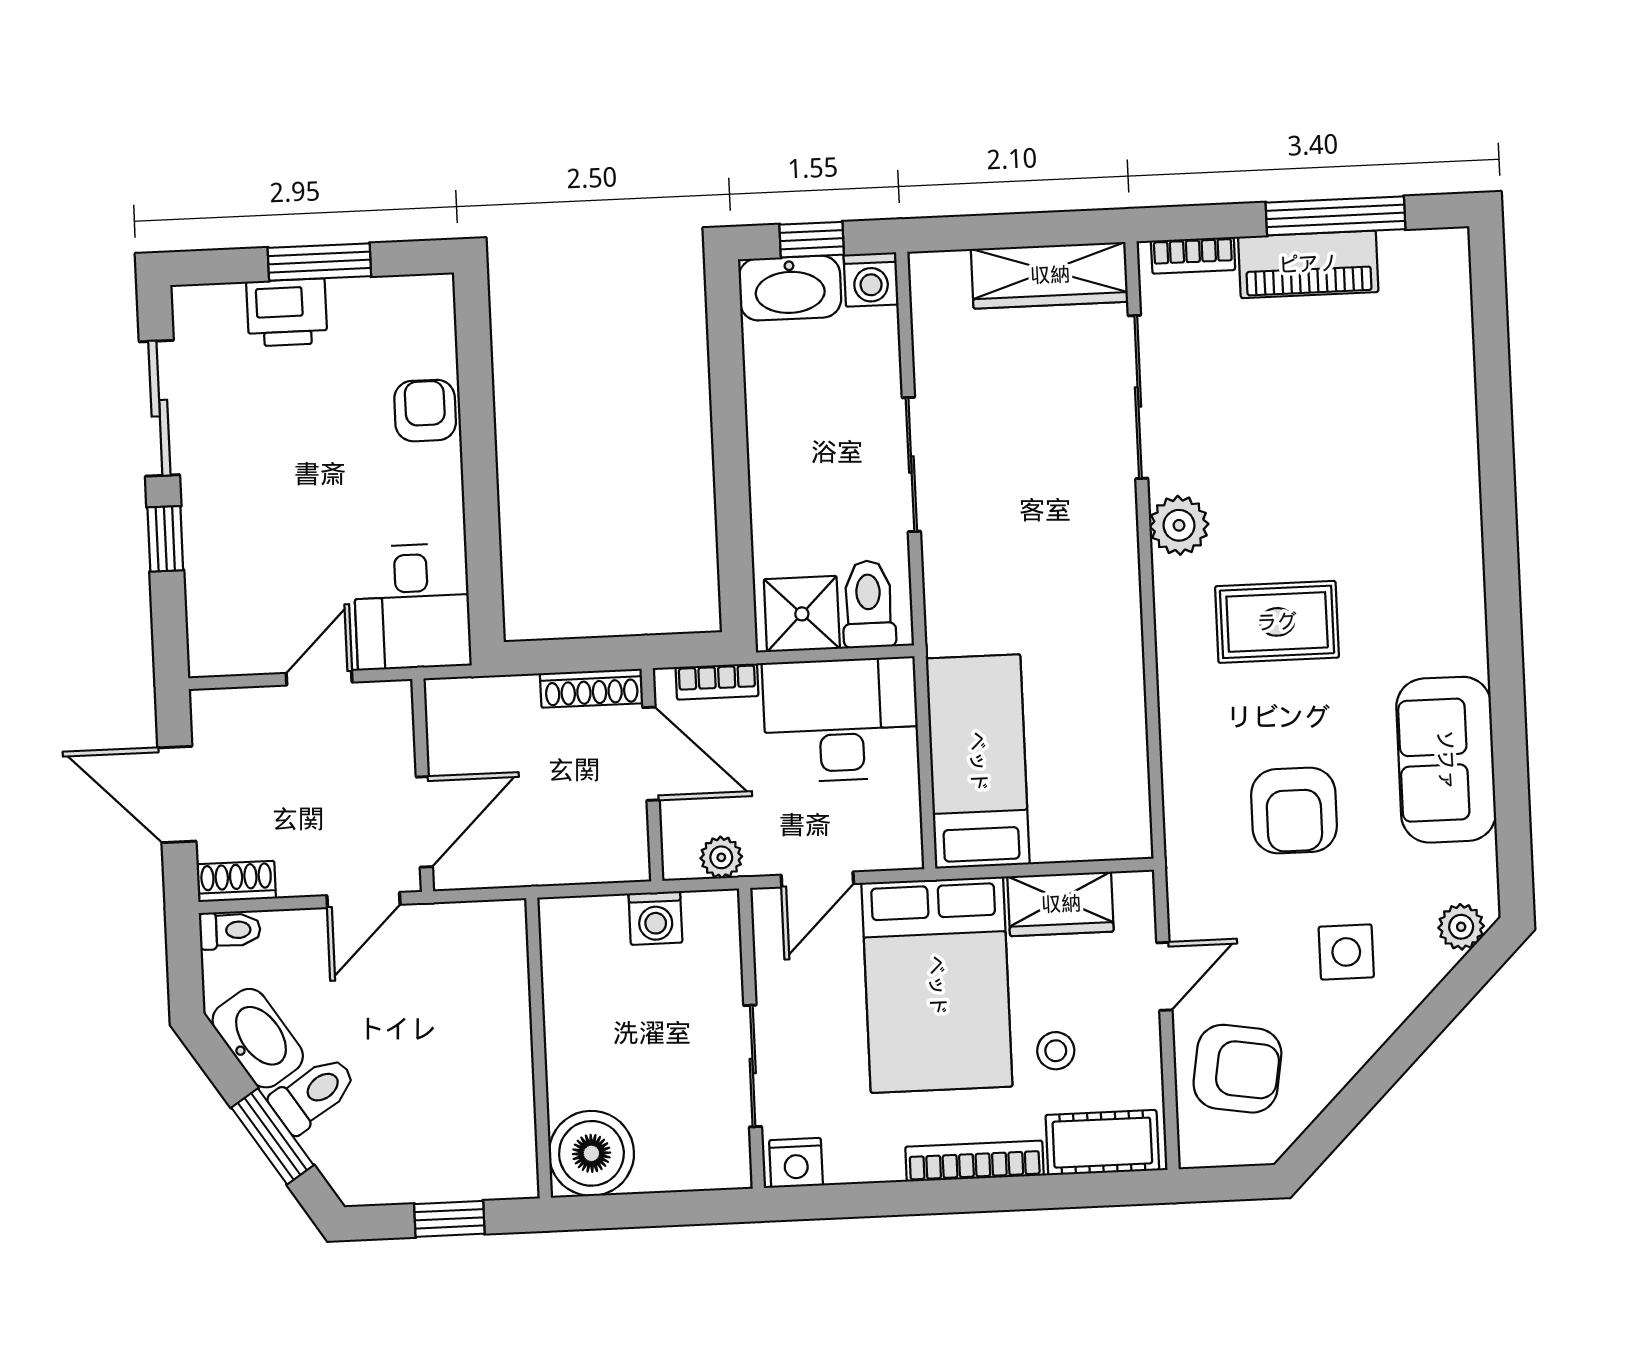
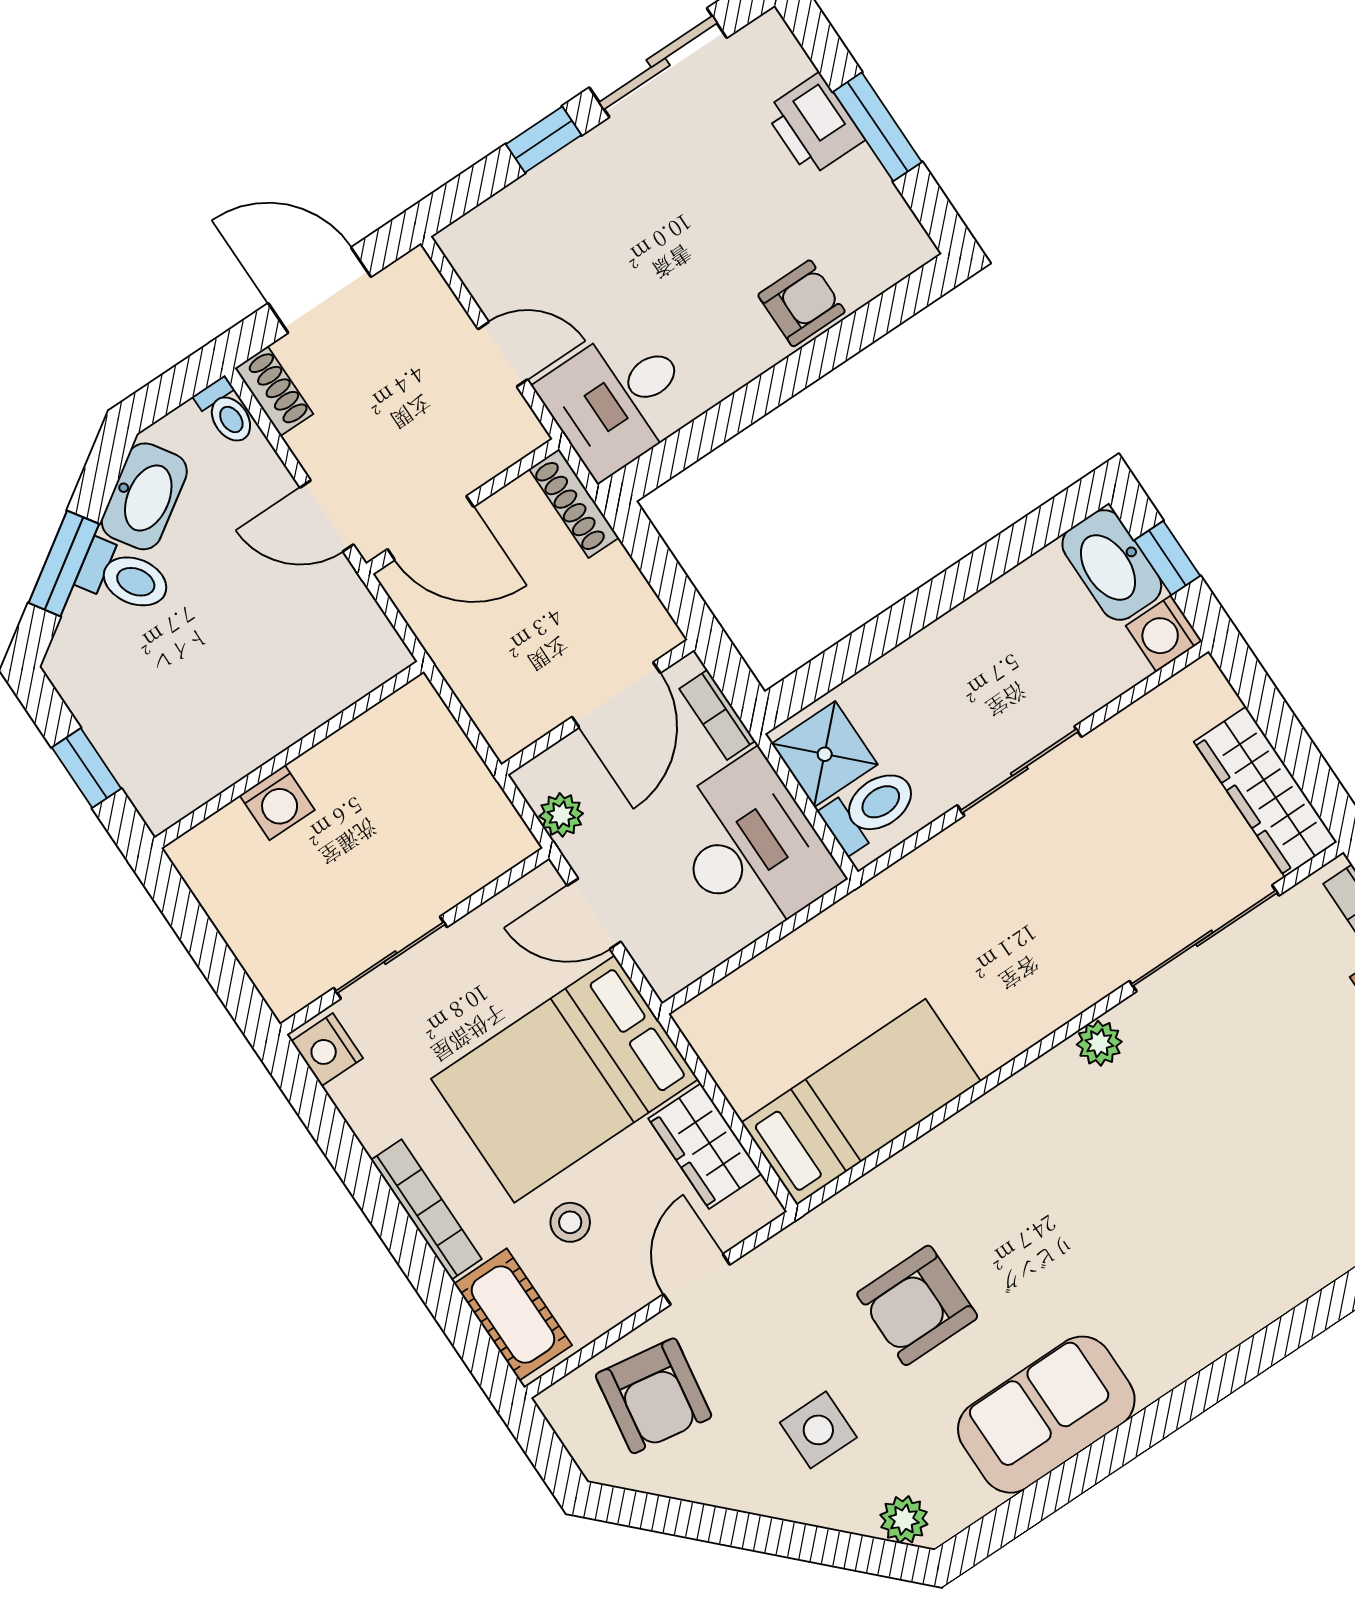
plant: (1179, 525) -> (1099, 1043), width x0.73, depth x0.73
rug: (1277, 622) -> (1078, 1187), removed
shoe rack: (592, 688) -> (574, 503), moved
bed: (978, 761) -> (861, 1102), moved
door: (177, 794) -> (320, 290), hinge flipped
washing machine: (655, 918) -> (277, 803), moved, turned -90
door: (1164, 976) -> (697, 1279), swing flipped
boiler: (591, 1153) -> (223, 860), removed

